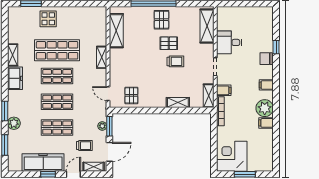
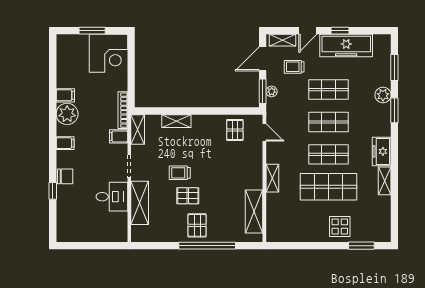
shelving: (207, 26) -> (140, 203), moved

